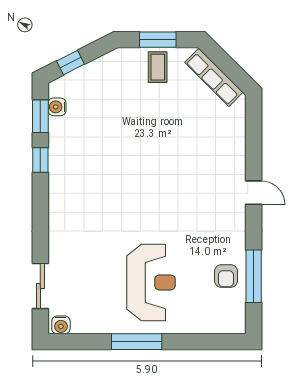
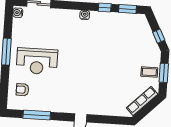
window: (71, 63) -> (159, 36), moved
water cooler: (57, 107) -> (85, 15), moved
armchair: (226, 276) -> (22, 90), moved

